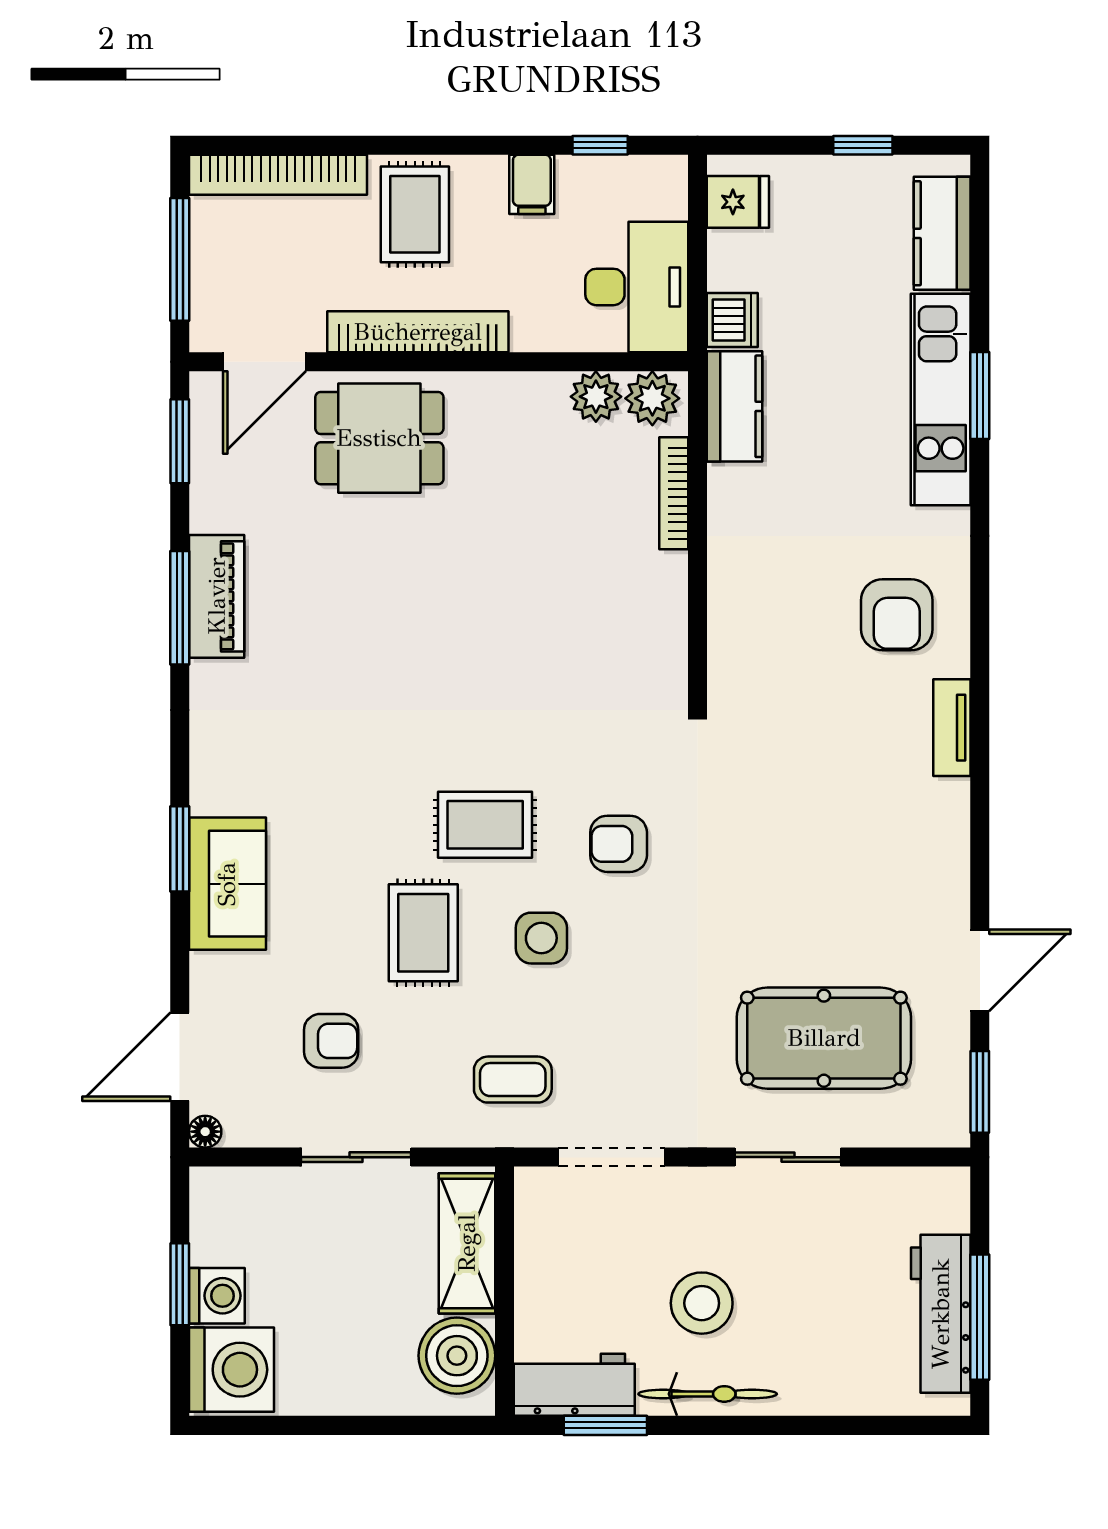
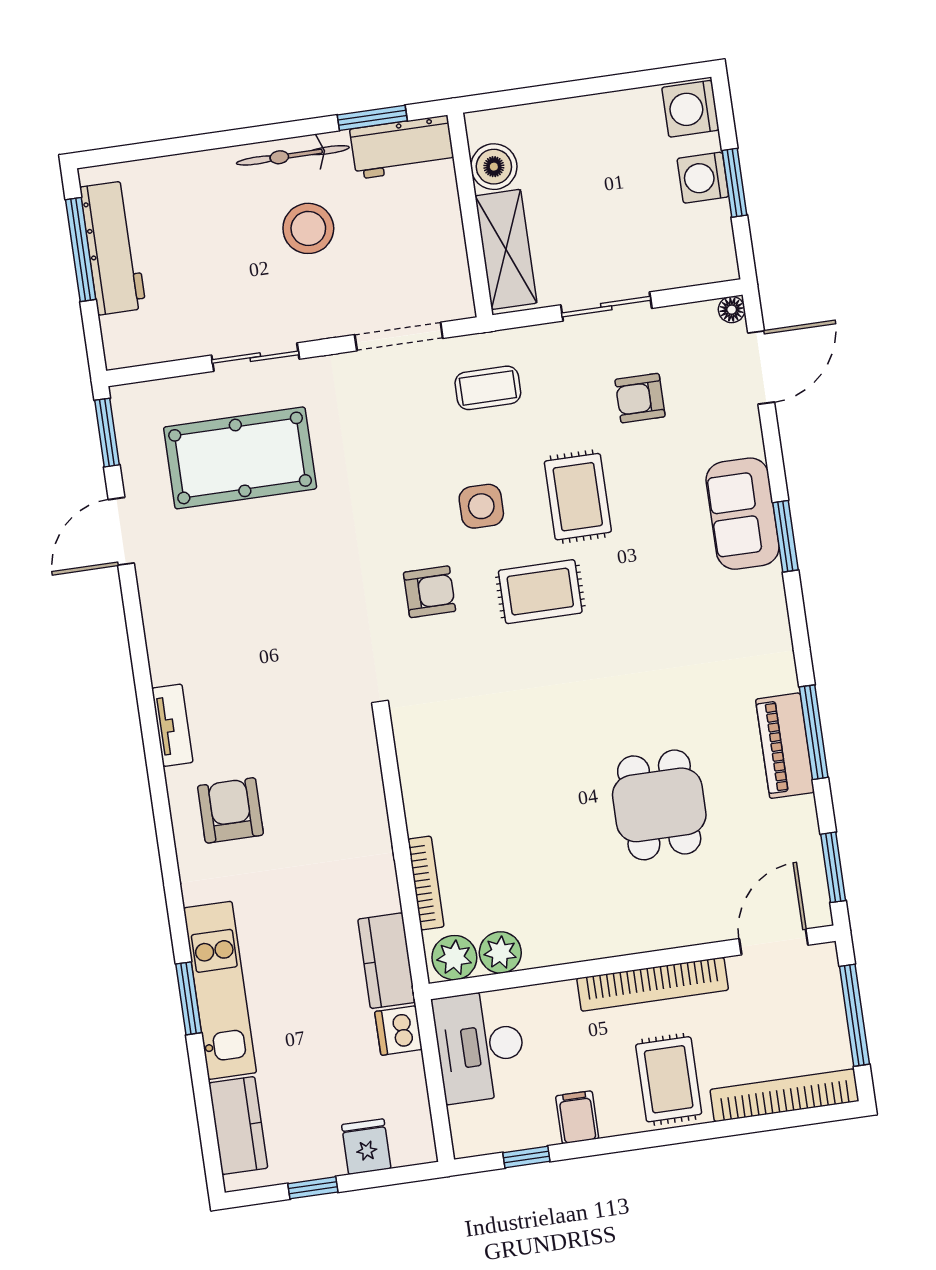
fridge: (738, 202) -> (366, 1147), moved, turned 90
dining table: (379, 438) -> (659, 805), moved, turned 90
boiler: (457, 1356) -> (494, 167), width x0.73, depth x0.73
washing machine: (231, 1370) -> (690, 109), width x0.73, depth x0.73

